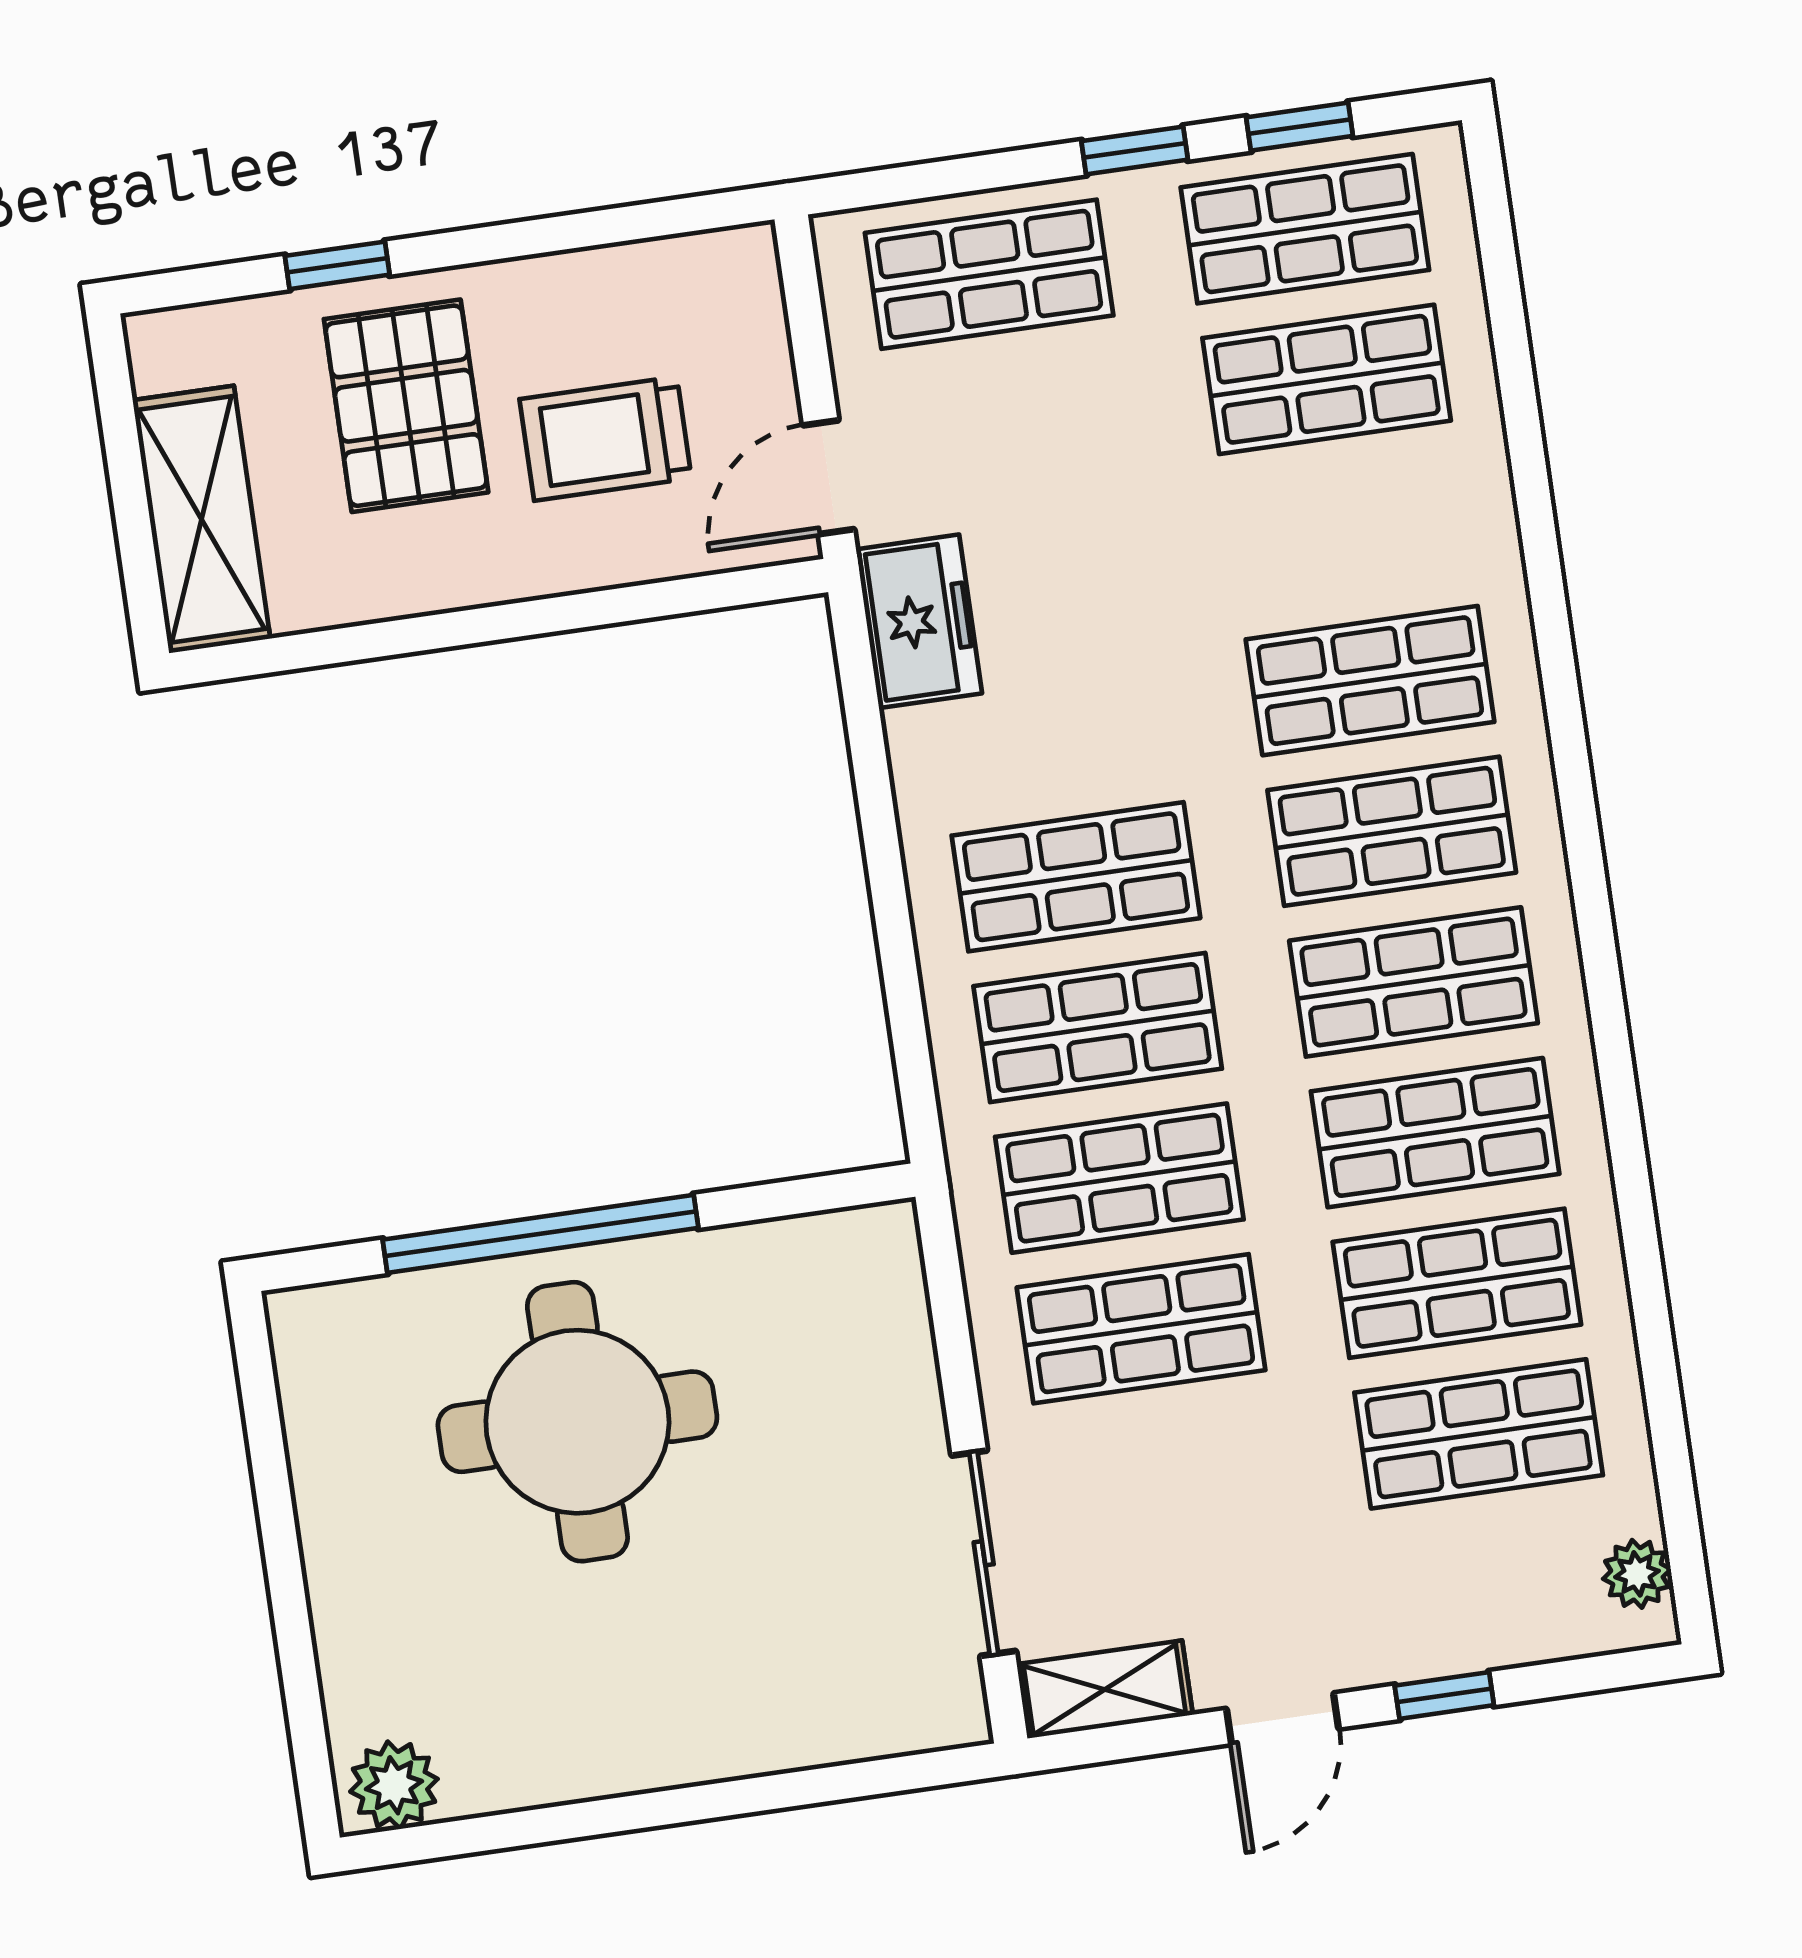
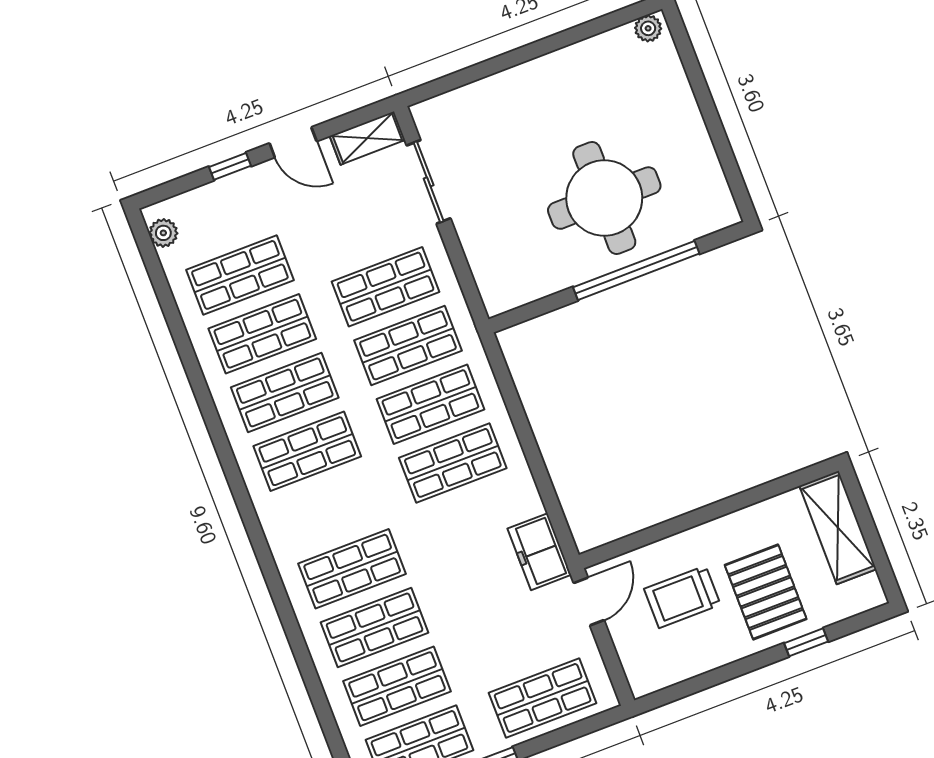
trolley: (605, 439) -> (682, 597), turned 180
shop shelf: (1392, 831) -> (375, 627), moved
door: (1283, 1719) -> (293, 142), swing flipped
plant: (394, 1785) -> (648, 28), width x0.73, depth x0.73

